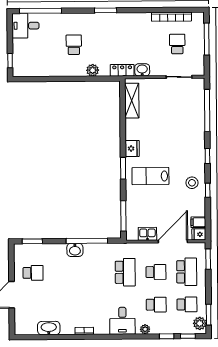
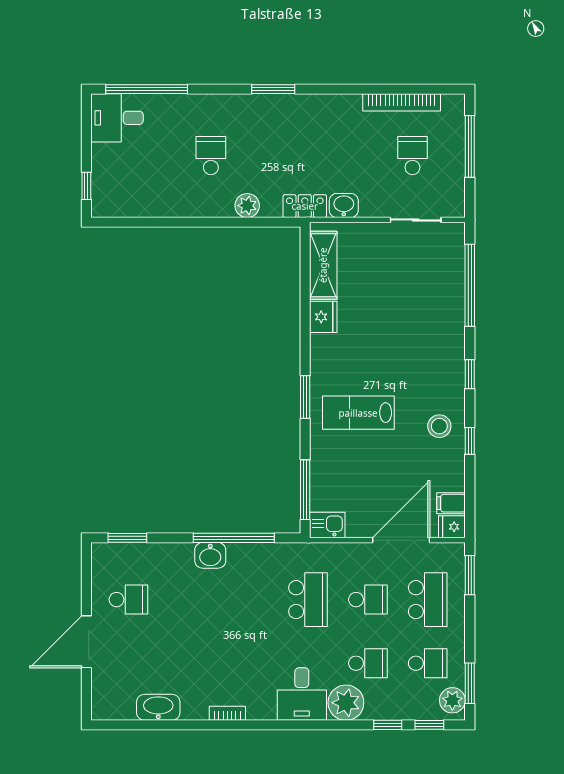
fridge: (132, 149) -> (323, 317), moved
kitchen sink: (147, 234) -> (327, 525), moved
plant: (145, 329) -> (346, 703), width x1.87, depth x1.87

